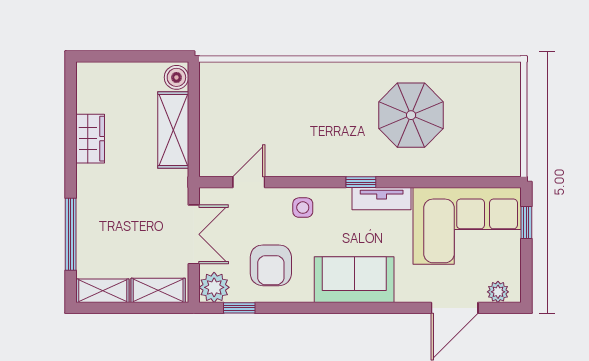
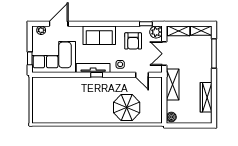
parasol: (411, 115) -> (127, 108), moved
shelving: (173, 130) -> (173, 85), moved
wardrobe: (90, 139) -> (206, 97), width x1.50
door: (249, 182) -> (142, 75), hinge flipped
tv unit: (382, 199) -> (93, 68), width x1.41
armchair: (271, 265) -> (133, 41), turned 180

